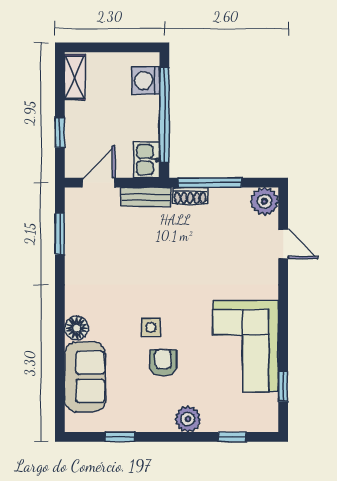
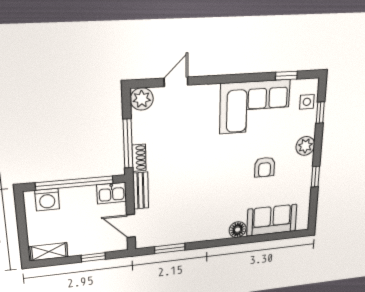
side table: (151, 327) -> (307, 102), moved
armchair: (163, 363) -> (265, 167), turned -90
window: (120, 437) -> (315, 177), moved

